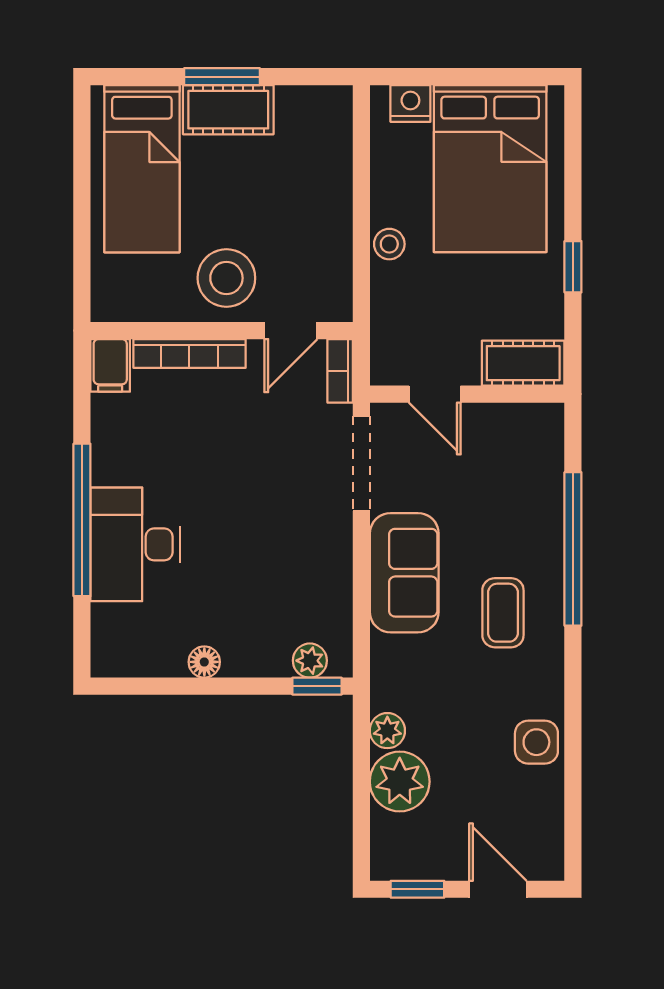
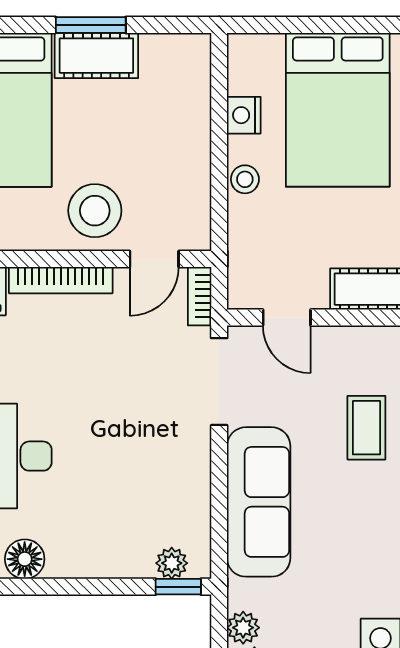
nightstand: (410, 103) -> (244, 115), moved, turned -90
sofa: (404, 573) -> (259, 502), width x1.36
coffee table: (503, 613) -> (366, 428), moved
floor lamp: (204, 662) -> (25, 559), moved, width x1.37, depth x1.37

